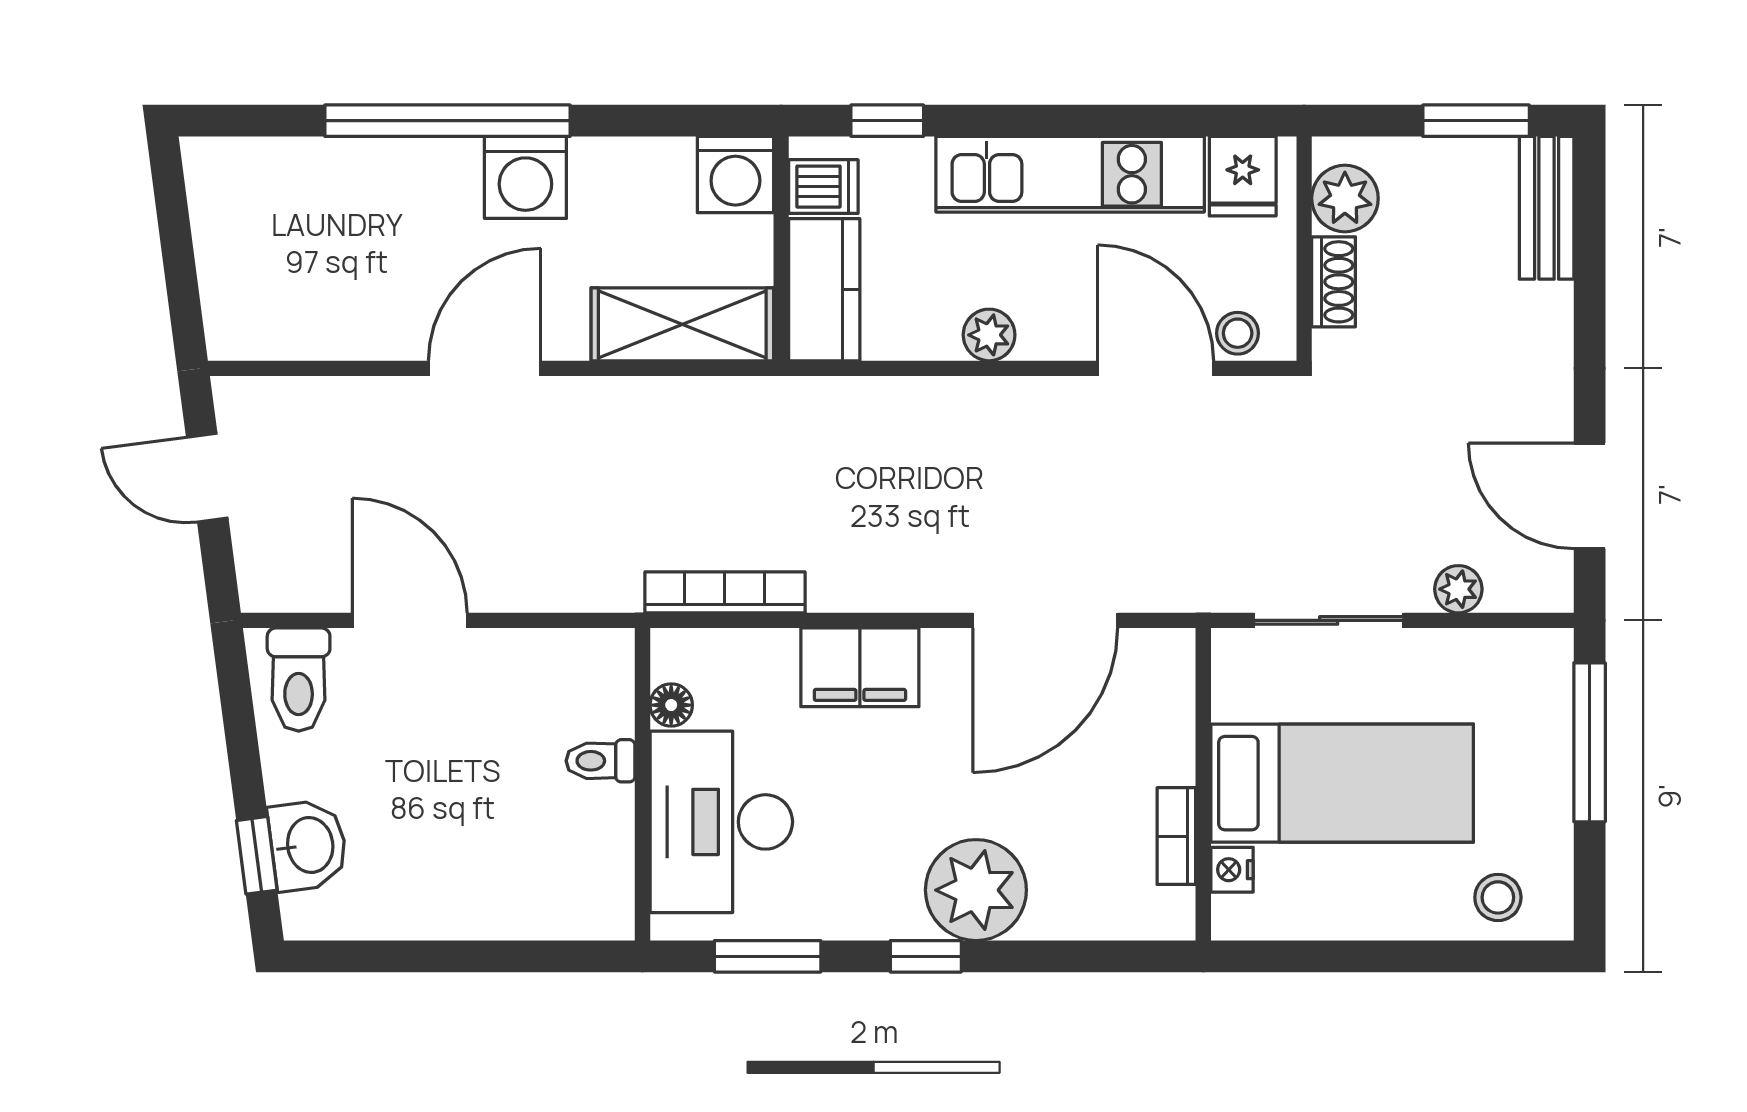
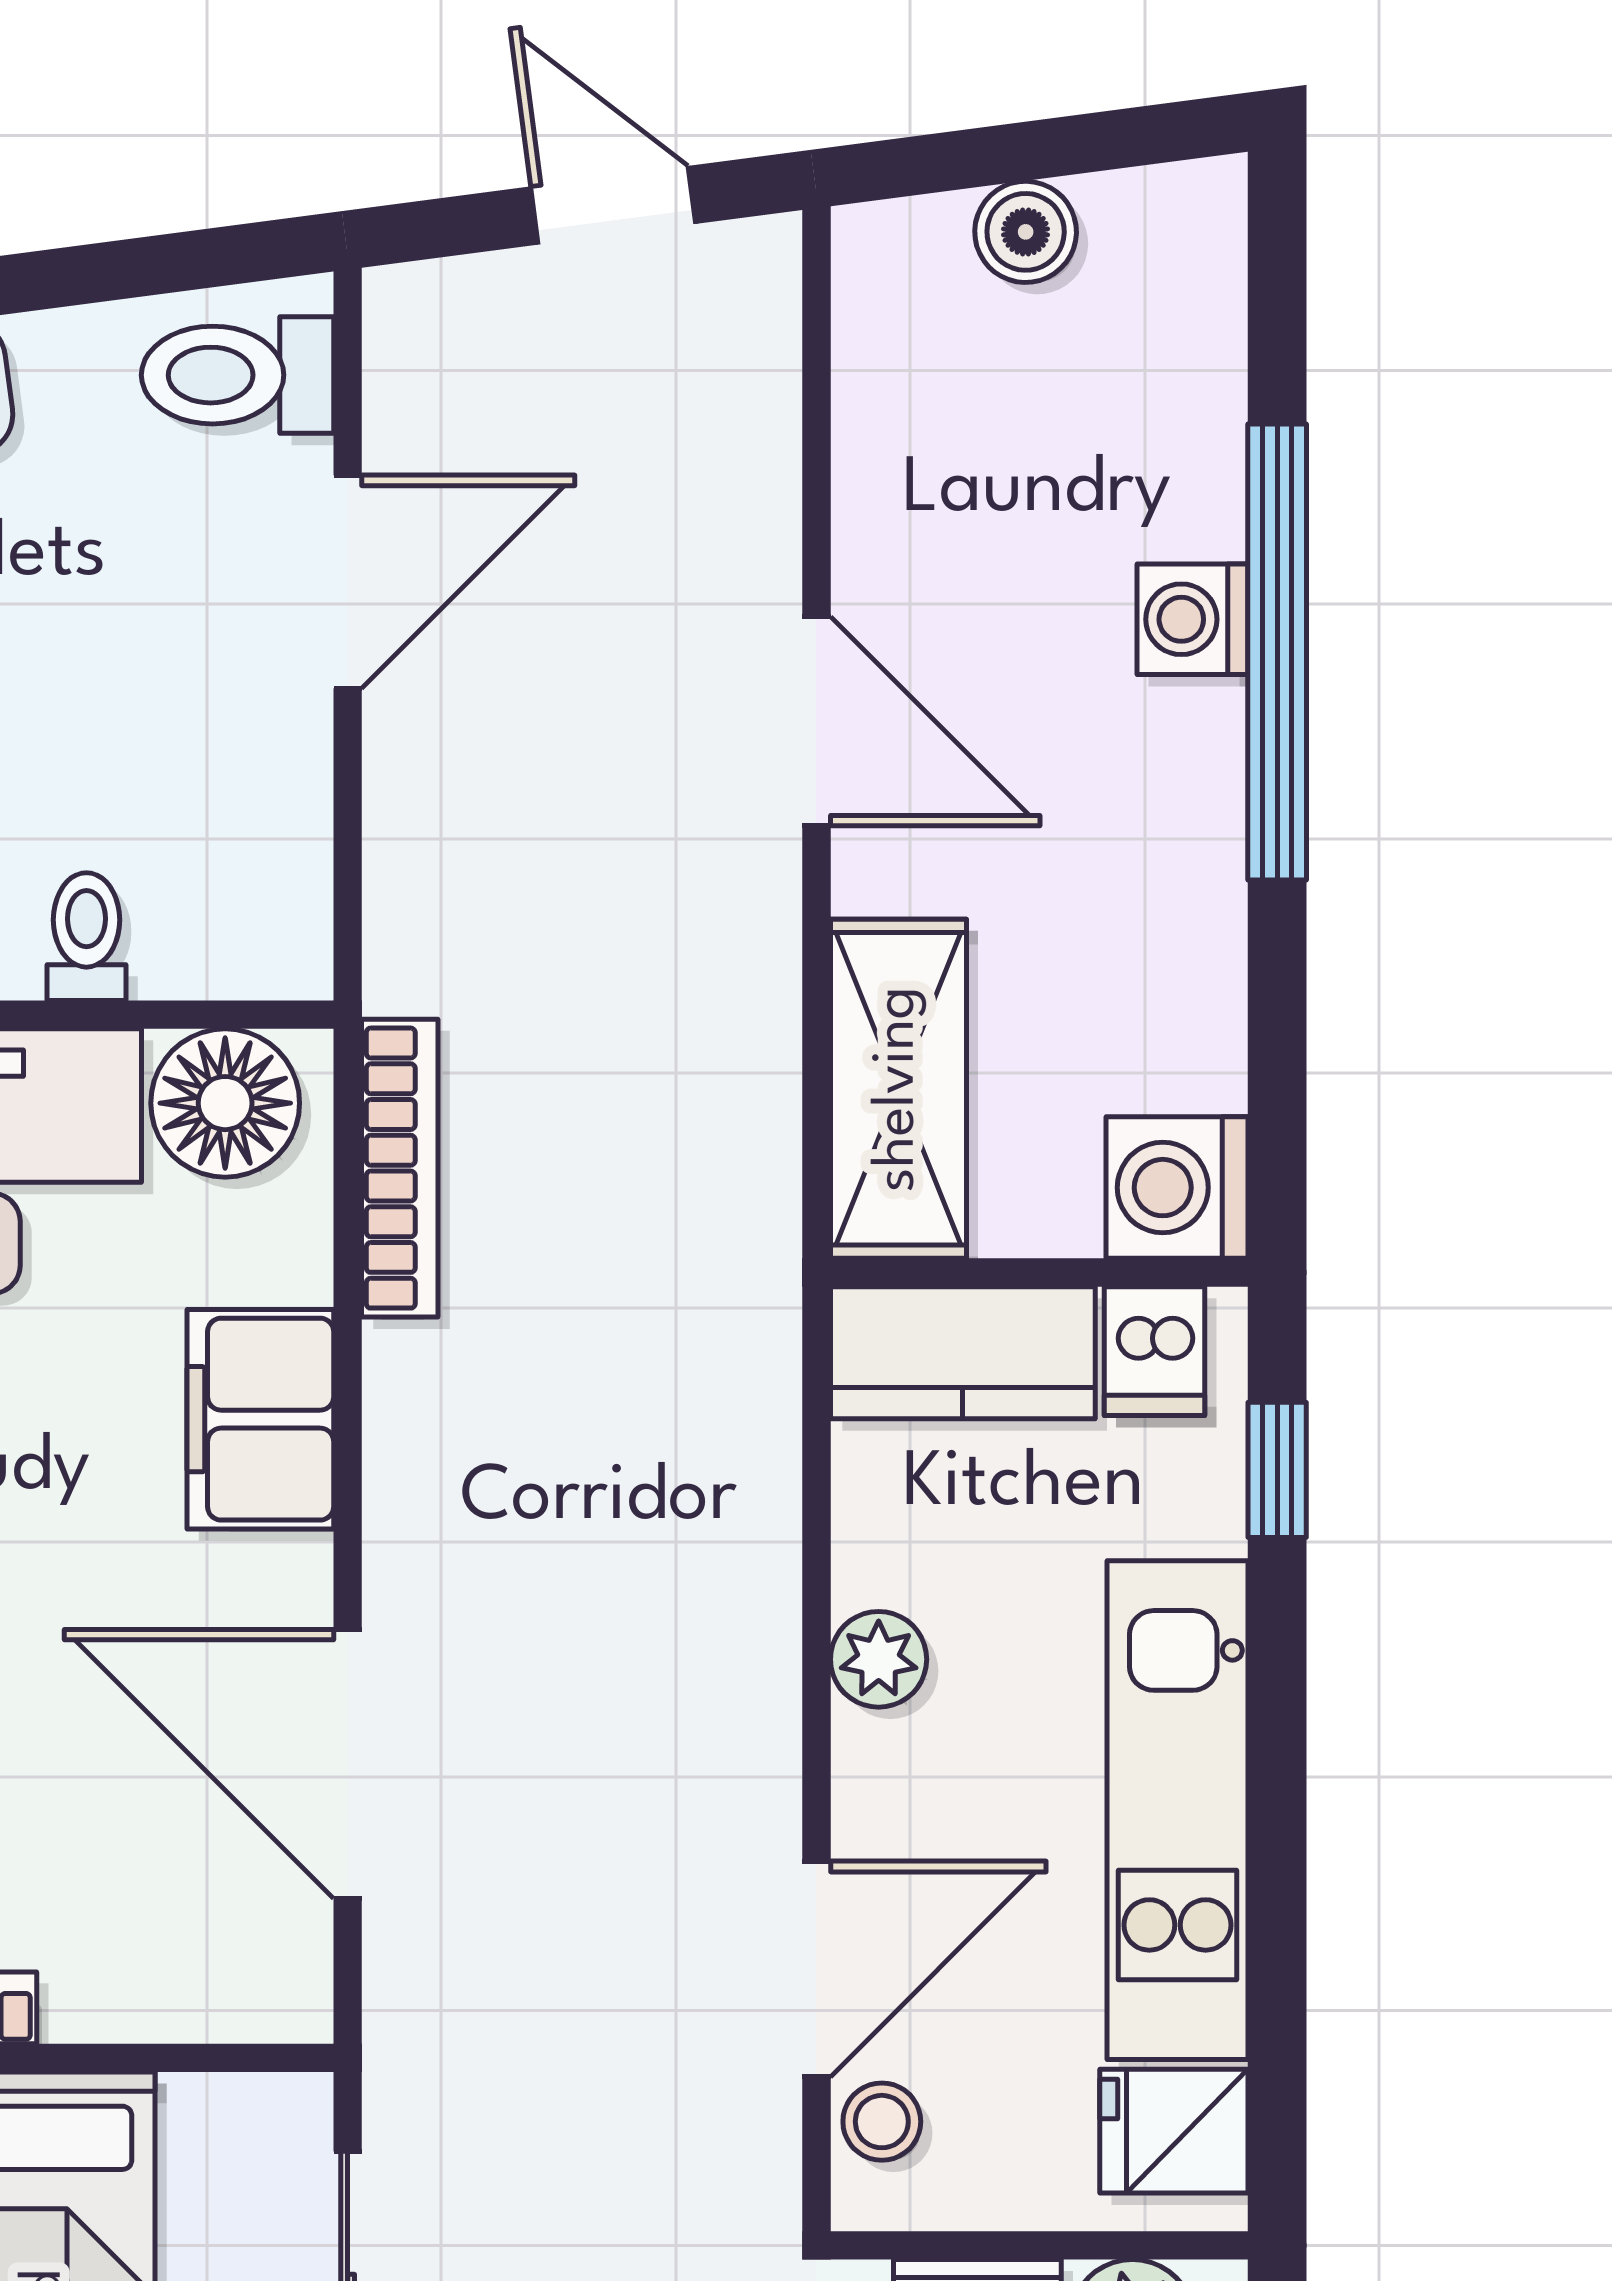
washing machine: (525, 177) -> (1192, 619), moved, width x0.73, depth x0.73
boiler: (222, 256) -> (1026, 232), added
door: (207, 478) -> (613, 205), hinge flipped
floor lamp: (671, 705) -> (225, 1103), width x1.89, depth x1.89

